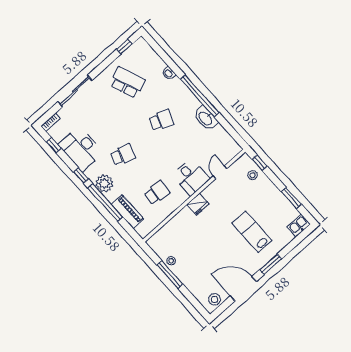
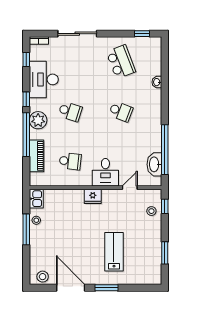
window: (200, 96) -> (165, 150), moved
washbasin: (206, 118) -> (154, 164), moved
kitchen sink: (299, 225) -> (36, 199), moved, turned 90

